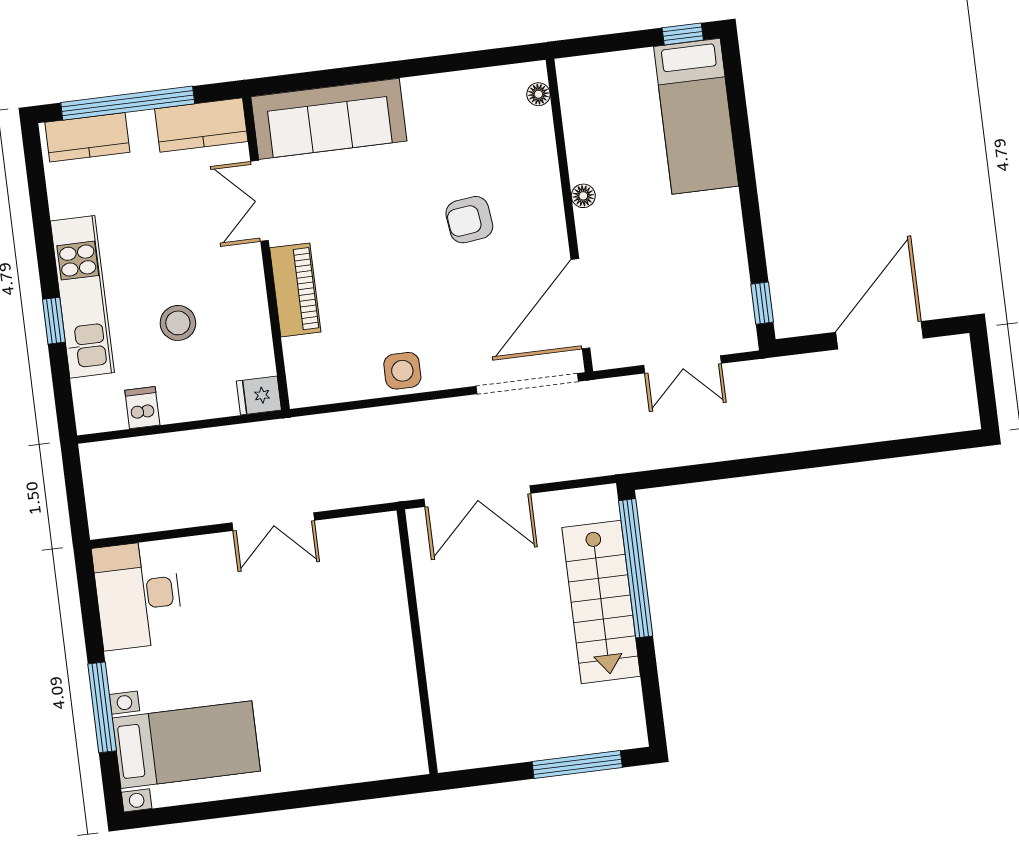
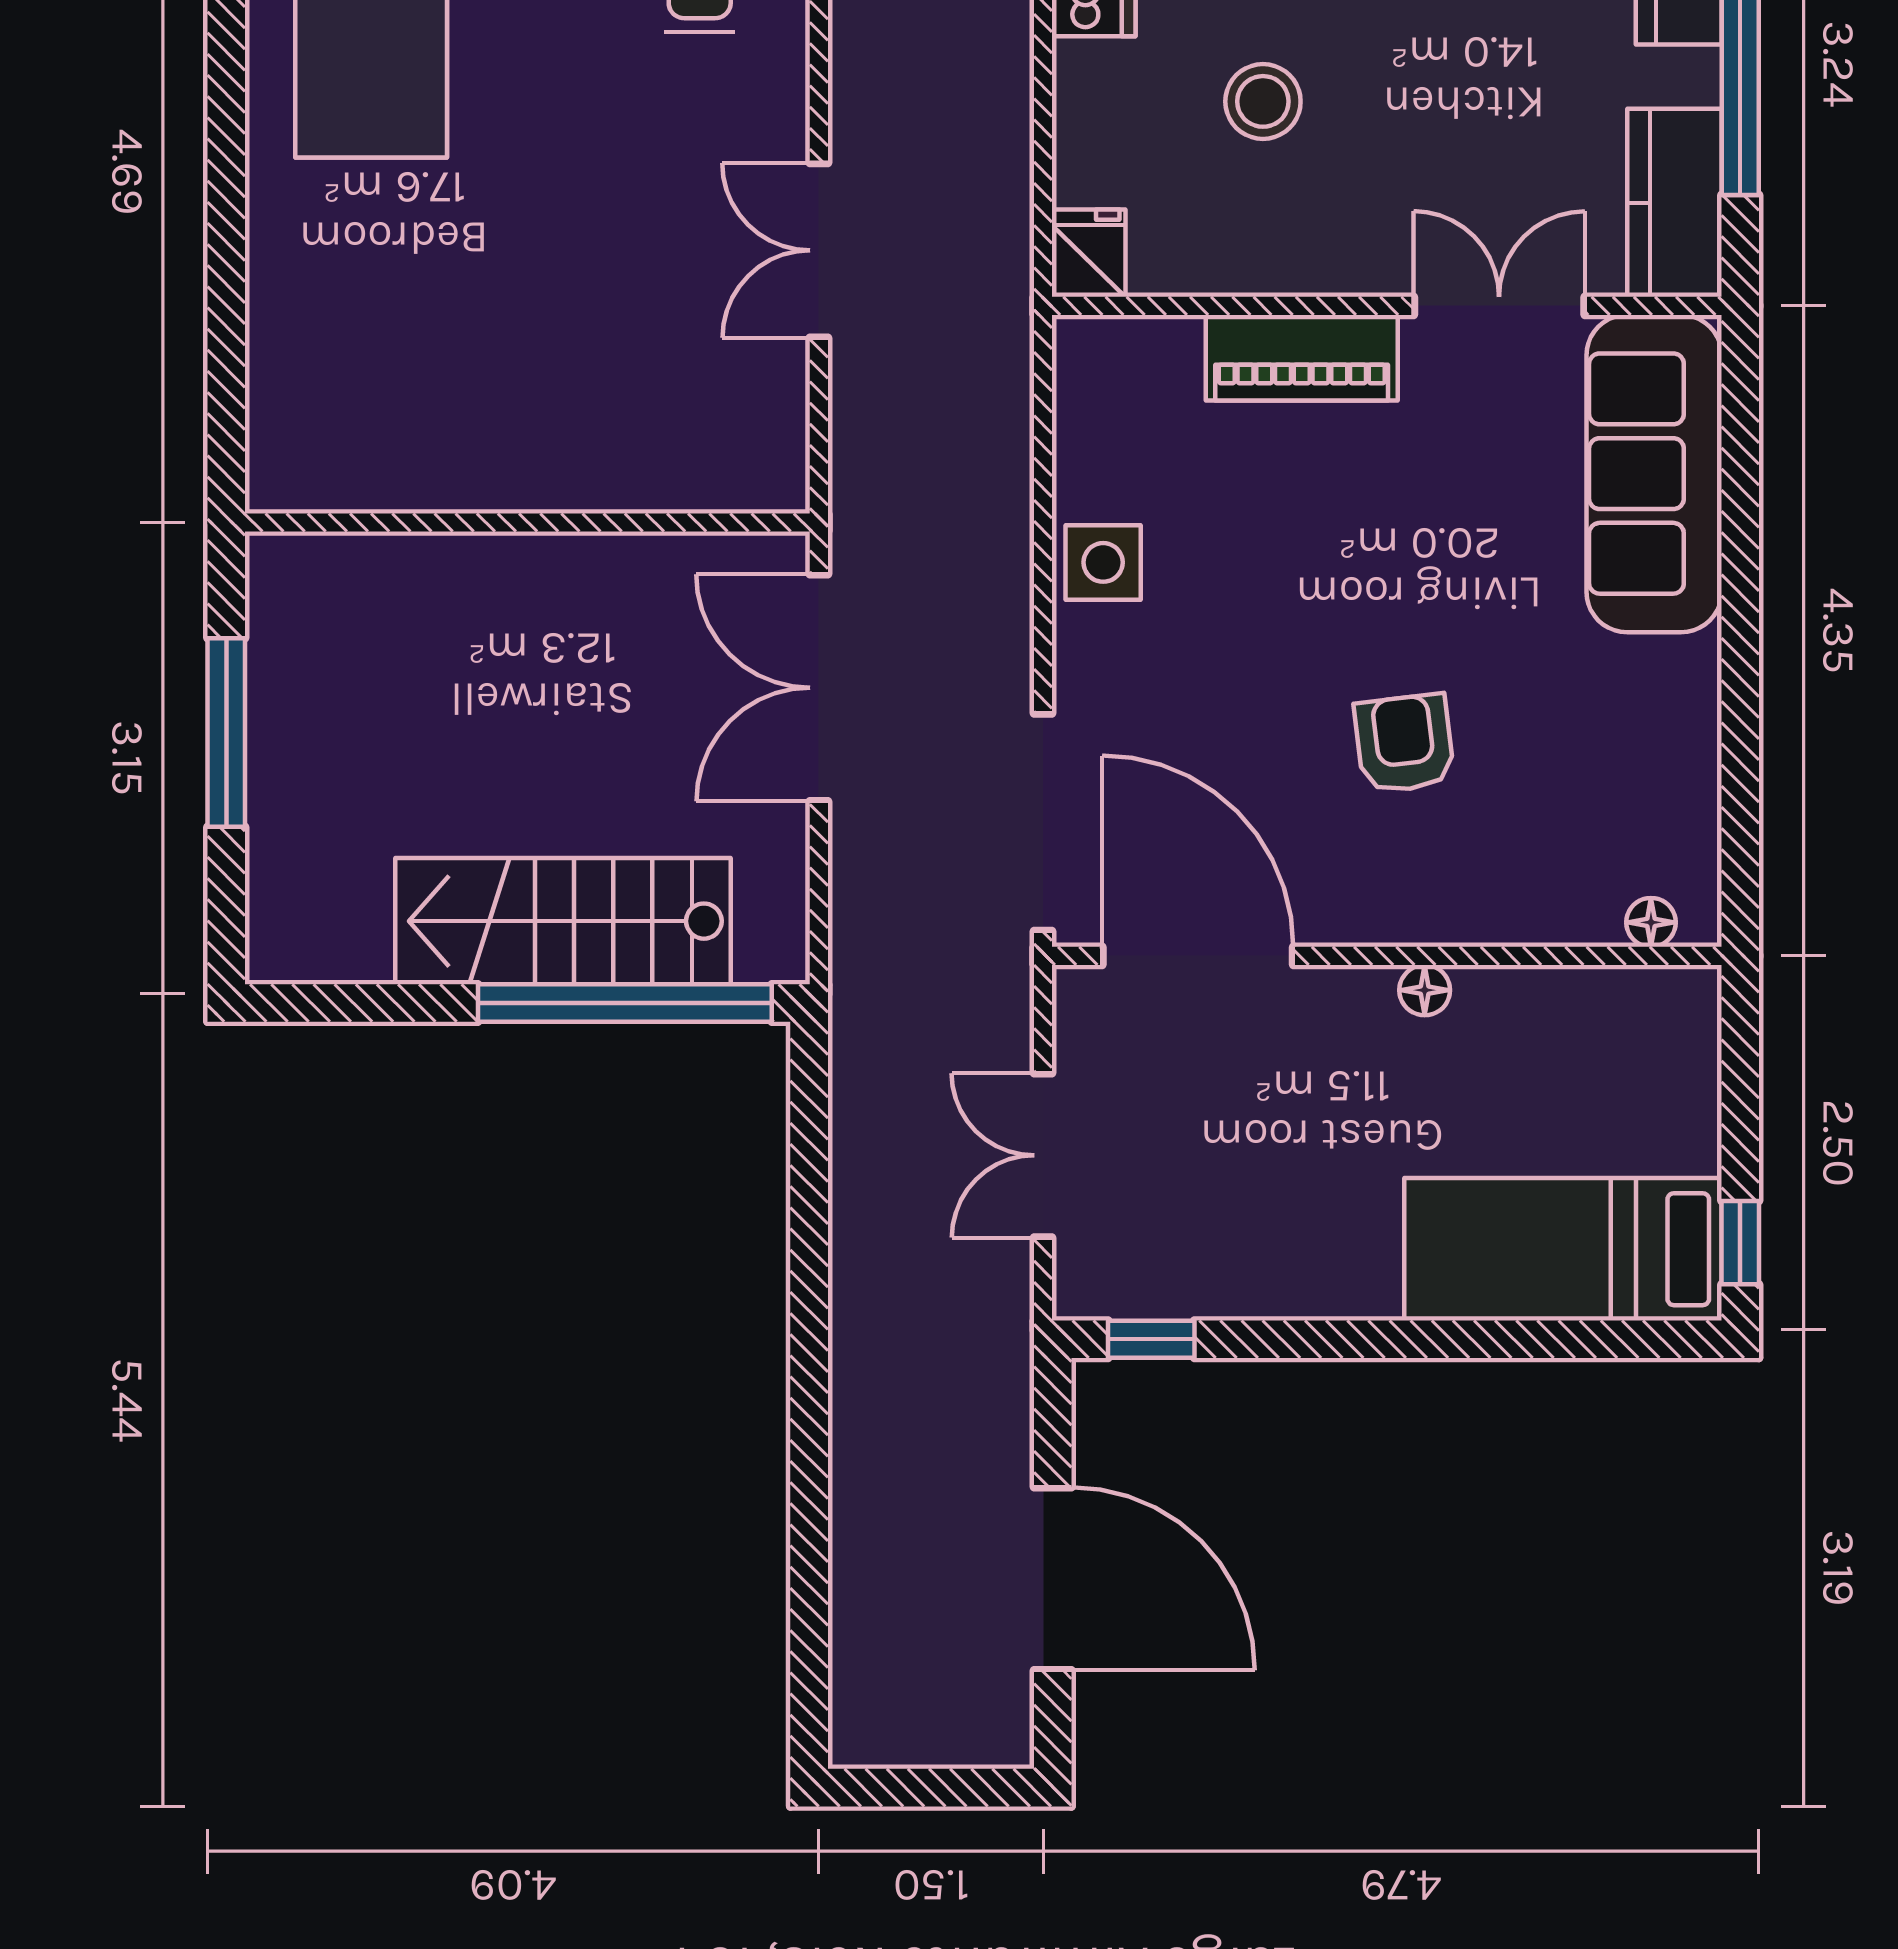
window: (577, 765) -> (226, 732), moved

